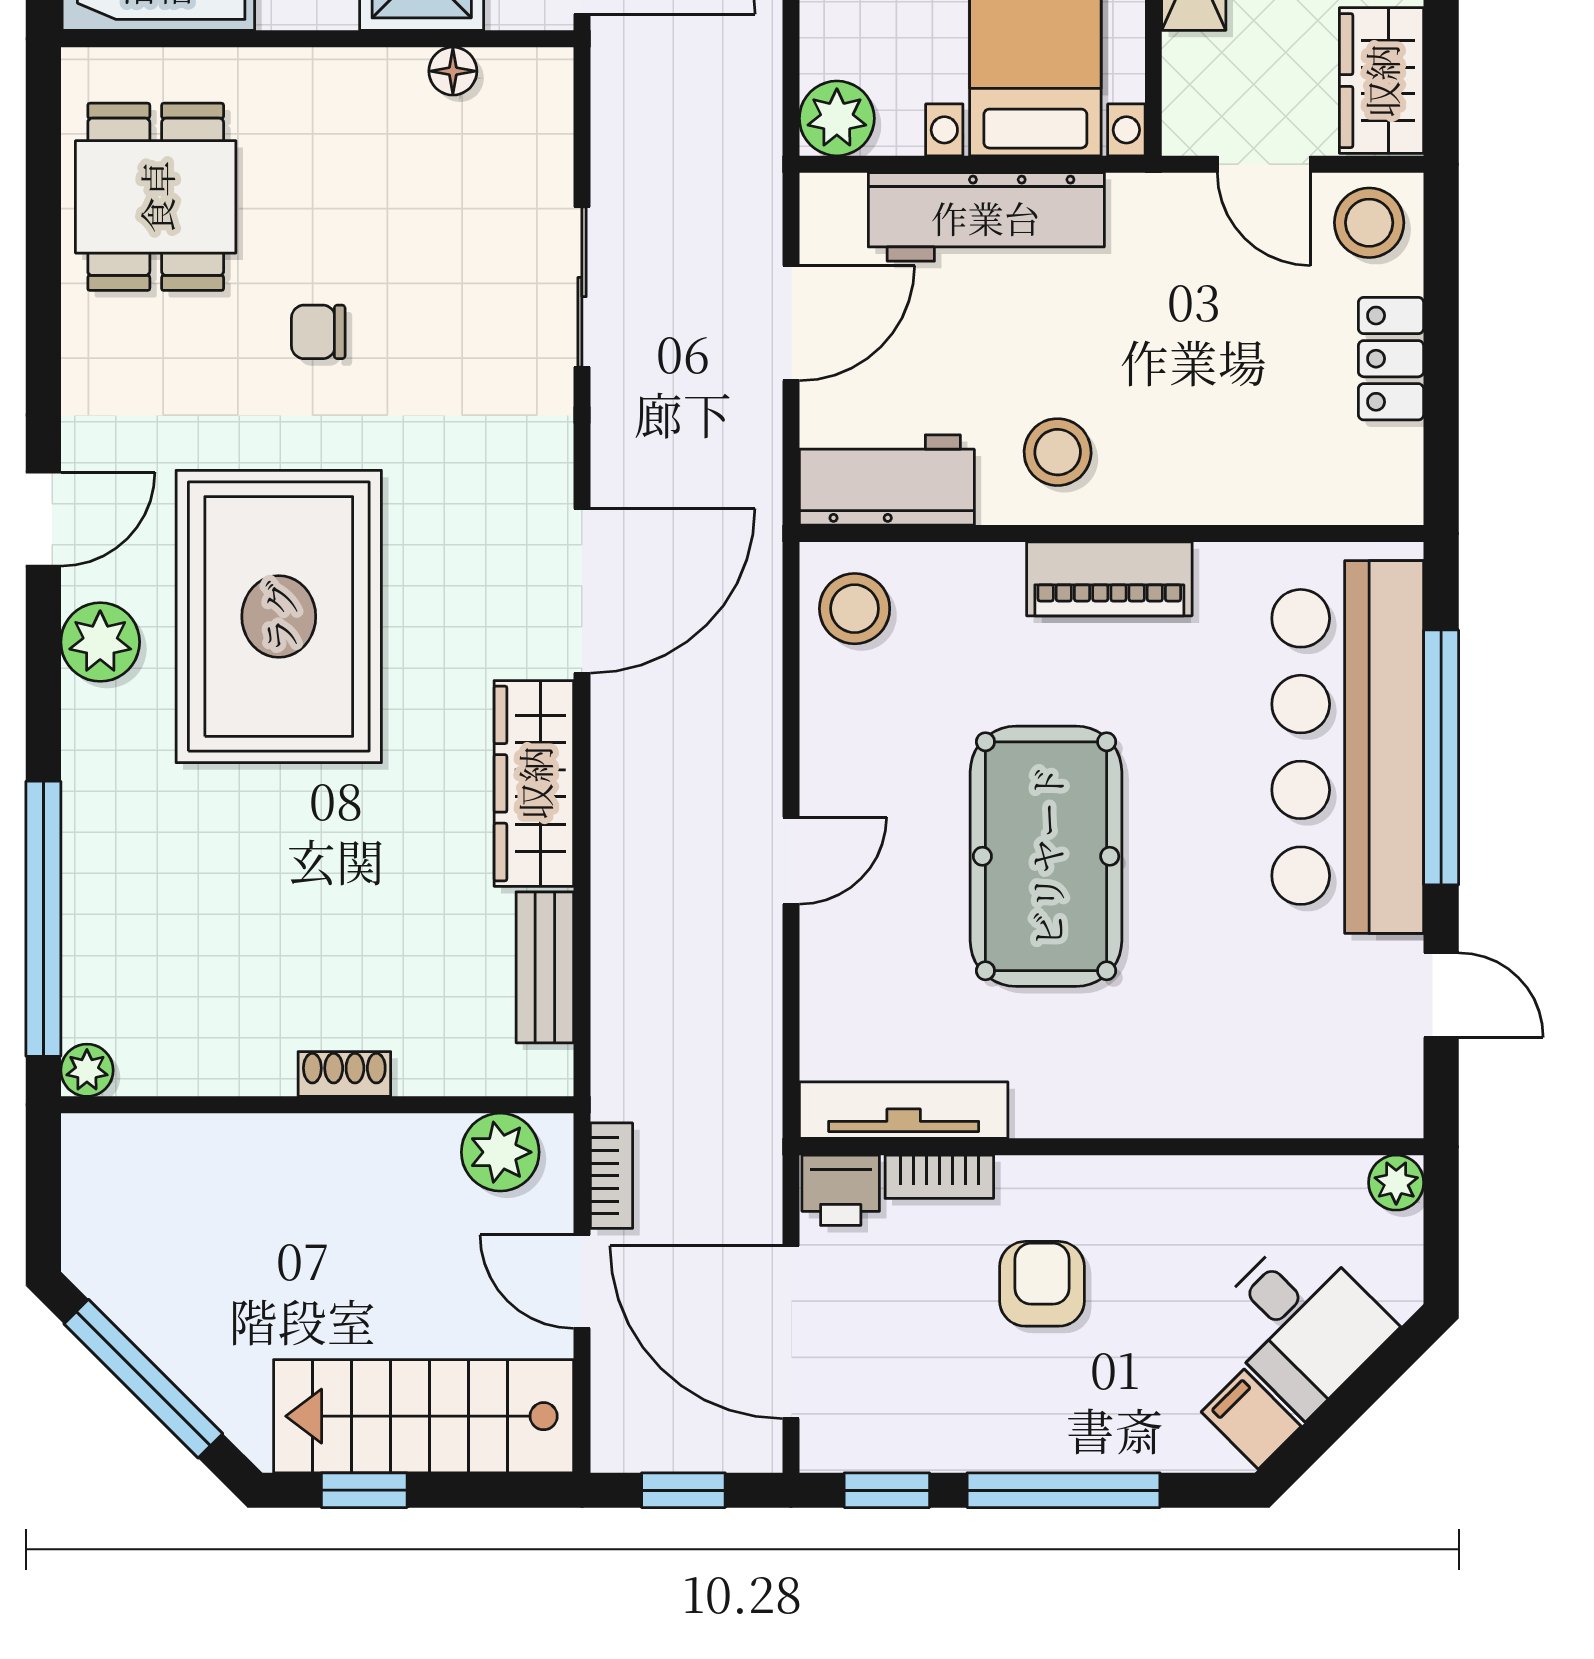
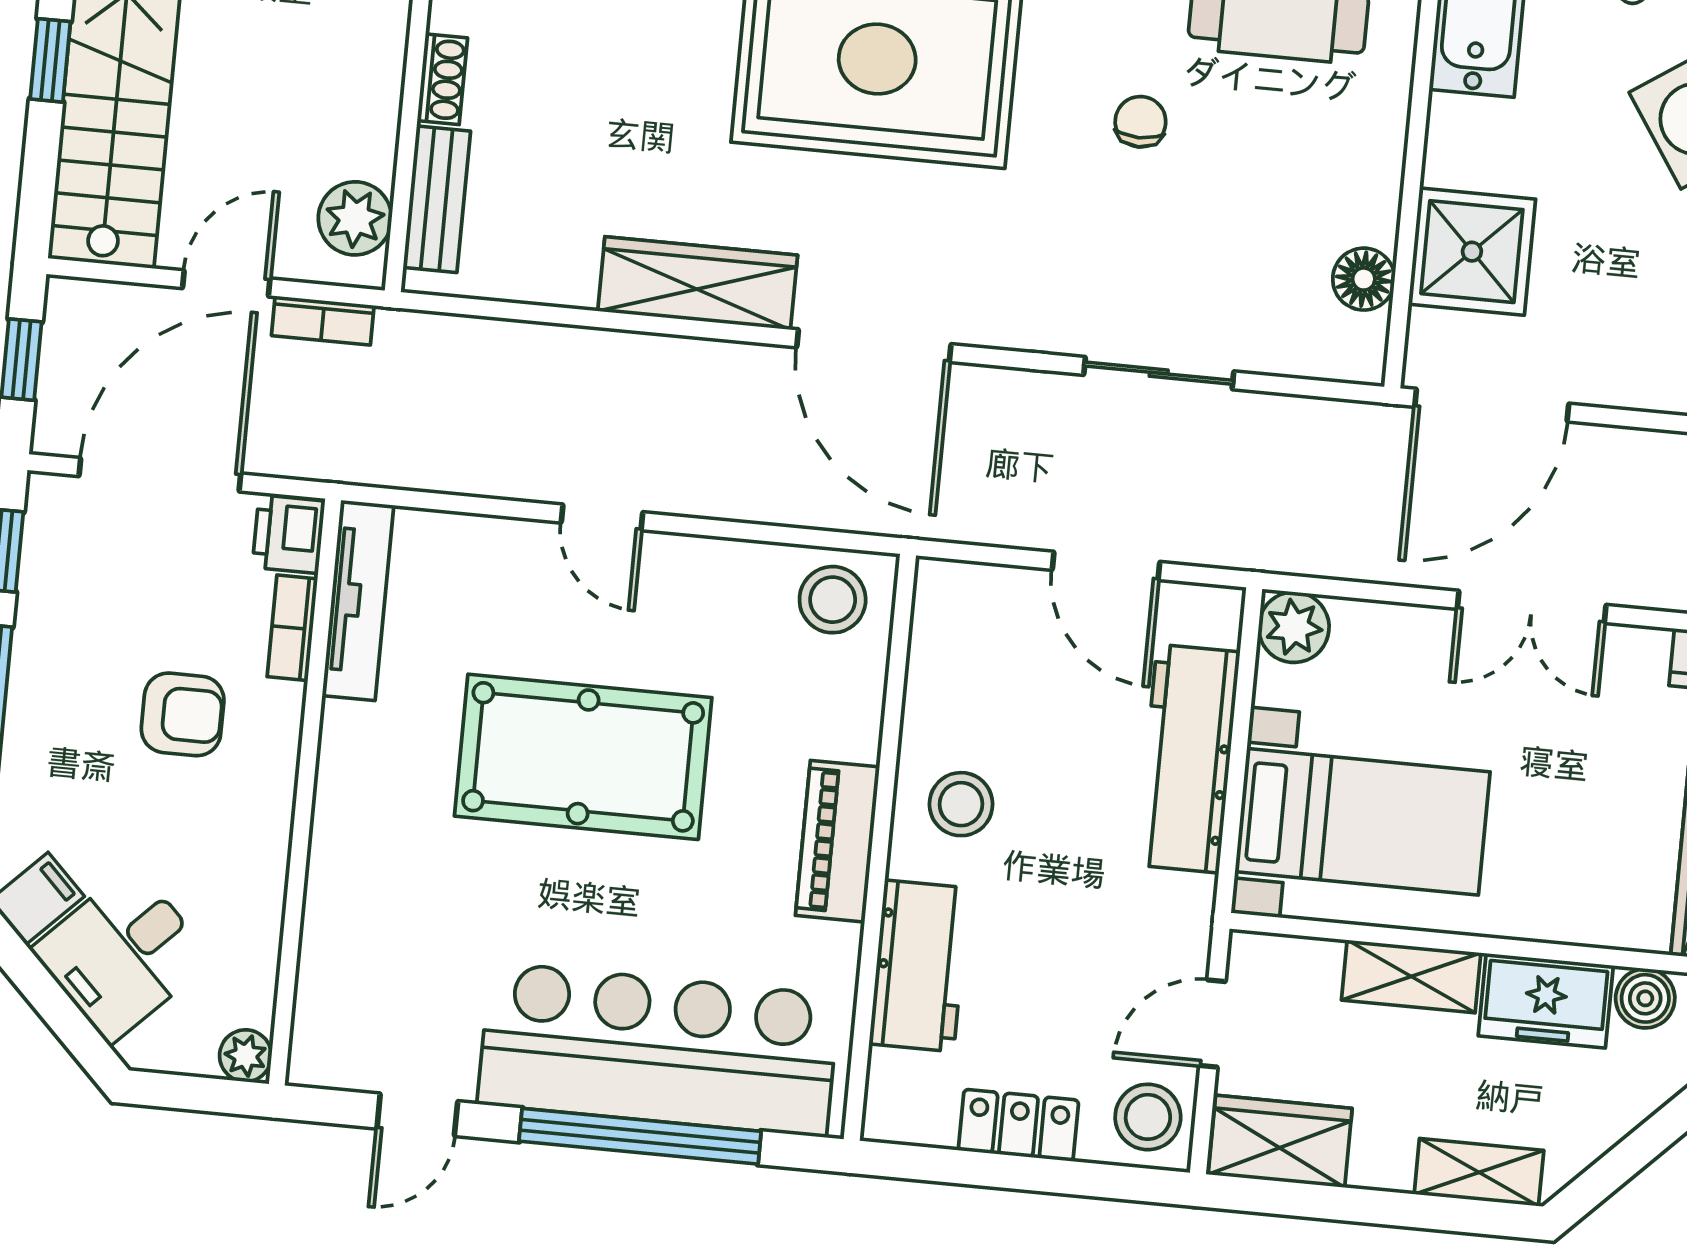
floor lamp: (453, 71) -> (1364, 279), width x1.37, depth x1.37
workbench: (887, 480) -> (919, 966), moved
bench: (545, 967) -> (437, 199), moved, turned 90

